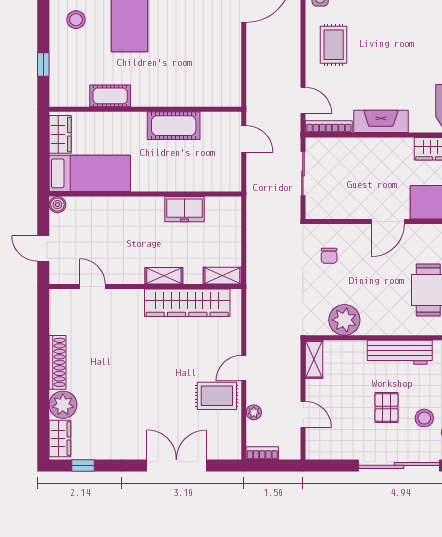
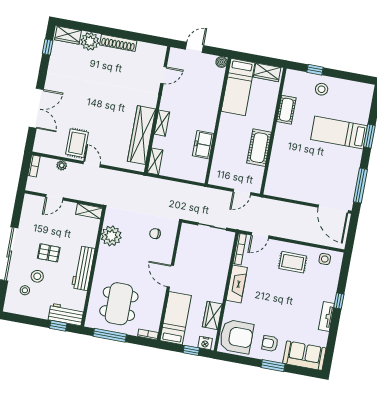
stool: (76, 20) -> (322, 89), moved

